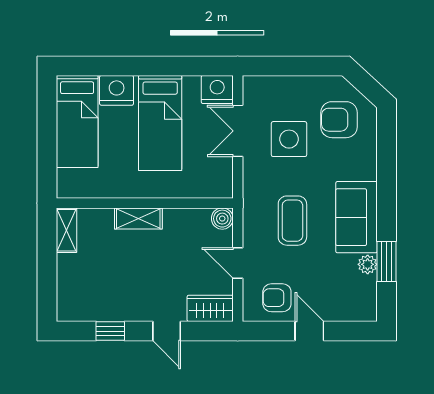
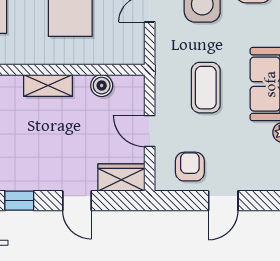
boiler: (222, 219) -> (102, 86), moved
armchair: (277, 298) -> (190, 167), turned 90
door: (309, 331) -> (223, 201), swing flipped

